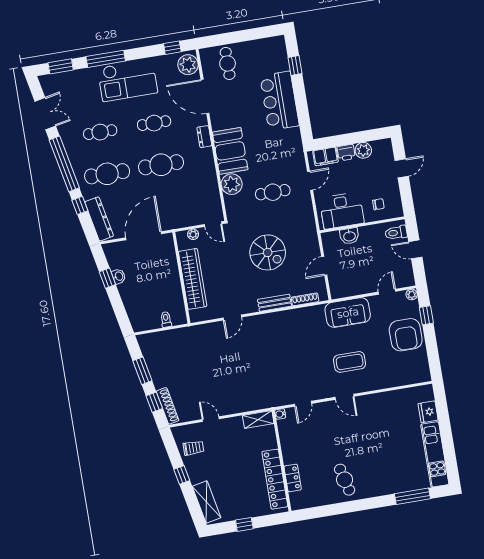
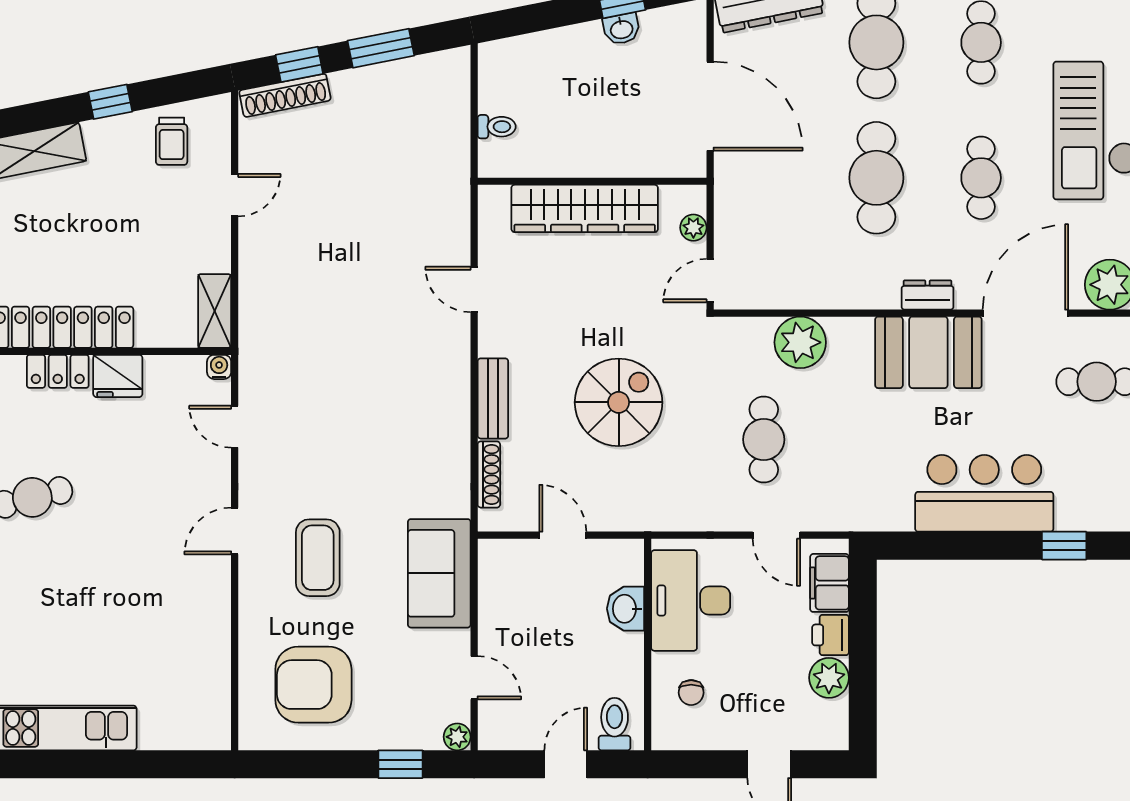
booth: (230, 151) -> (928, 352), moved
spiral stairs: (268, 252) -> (619, 402), turned 180
armchair: (406, 335) -> (313, 685), moved
fridge: (428, 412) -> (118, 376), moved, turned 180

